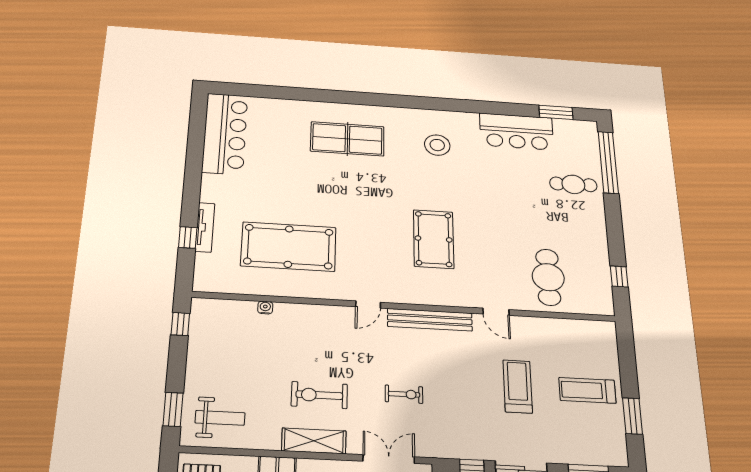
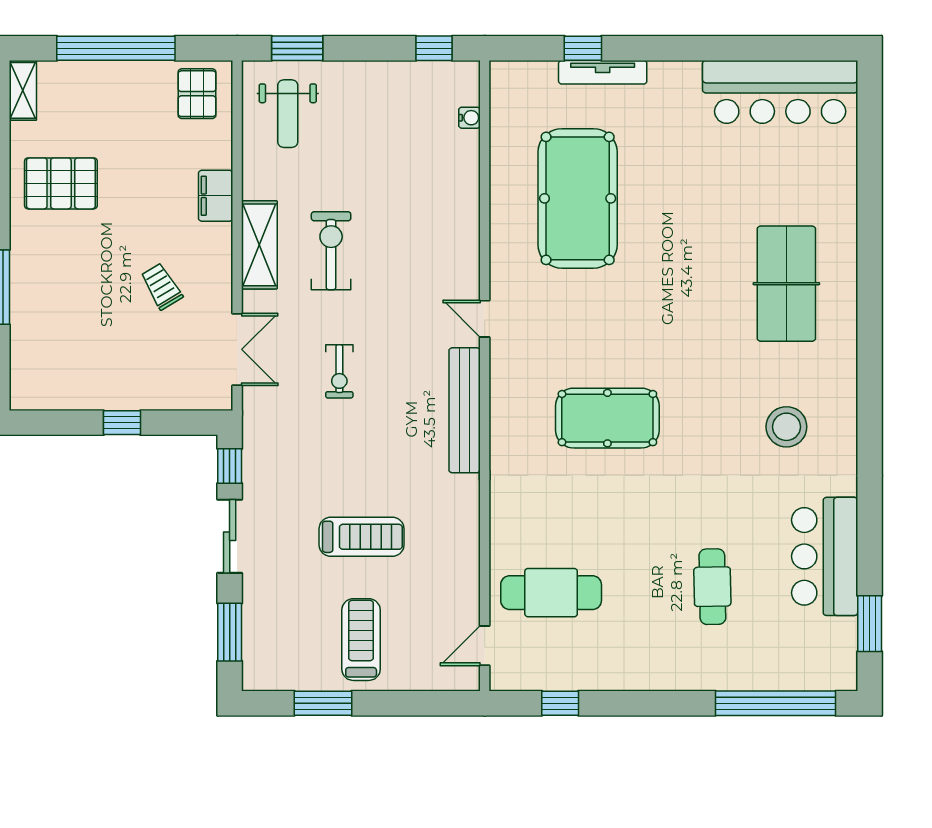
cafe table: (573, 184) -> (712, 587), moved
water cooler: (265, 308) -> (469, 118), moved
door: (496, 312) -> (485, 646), moved

